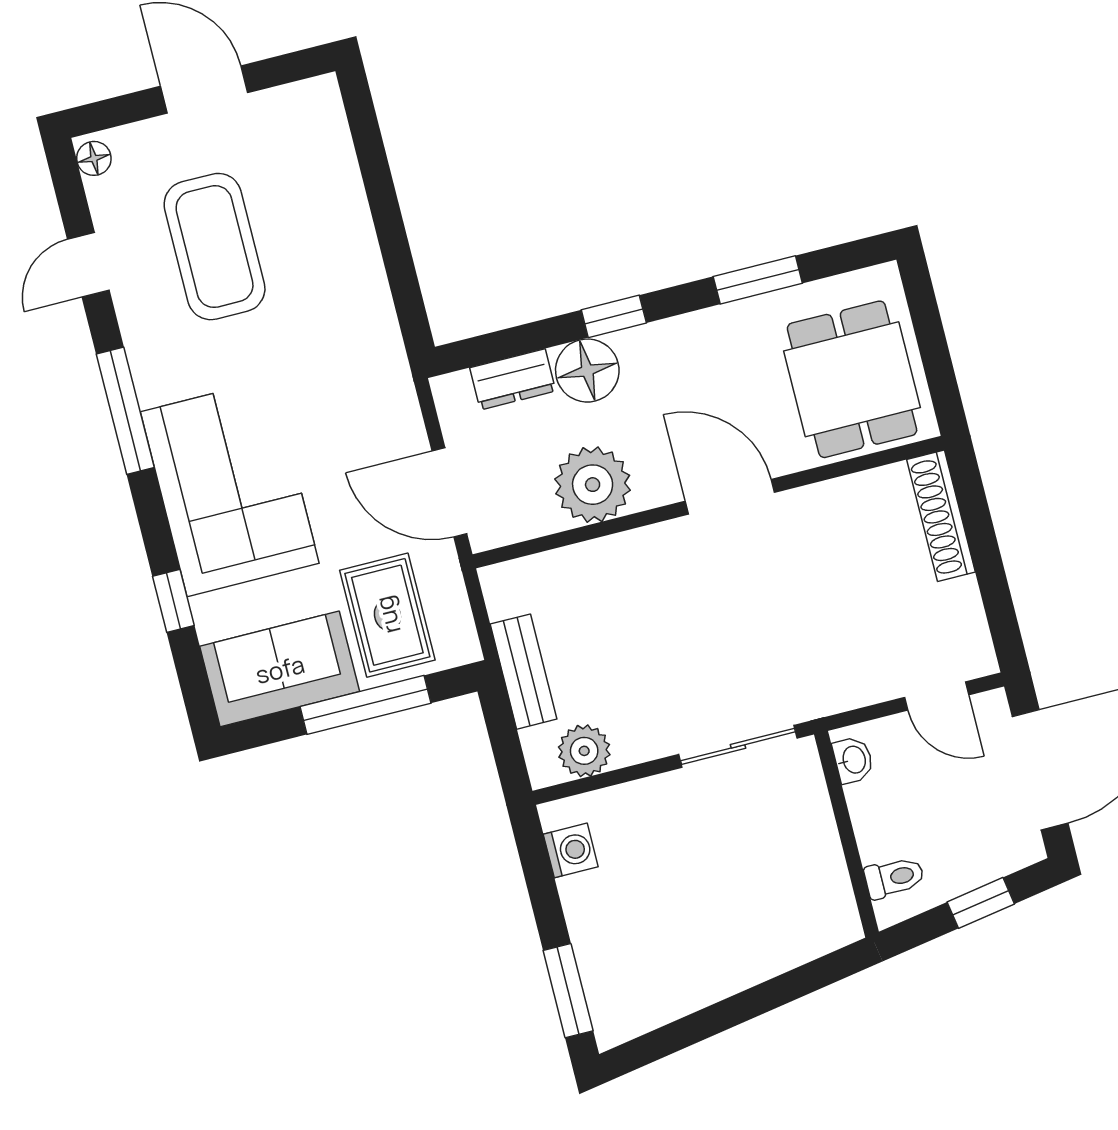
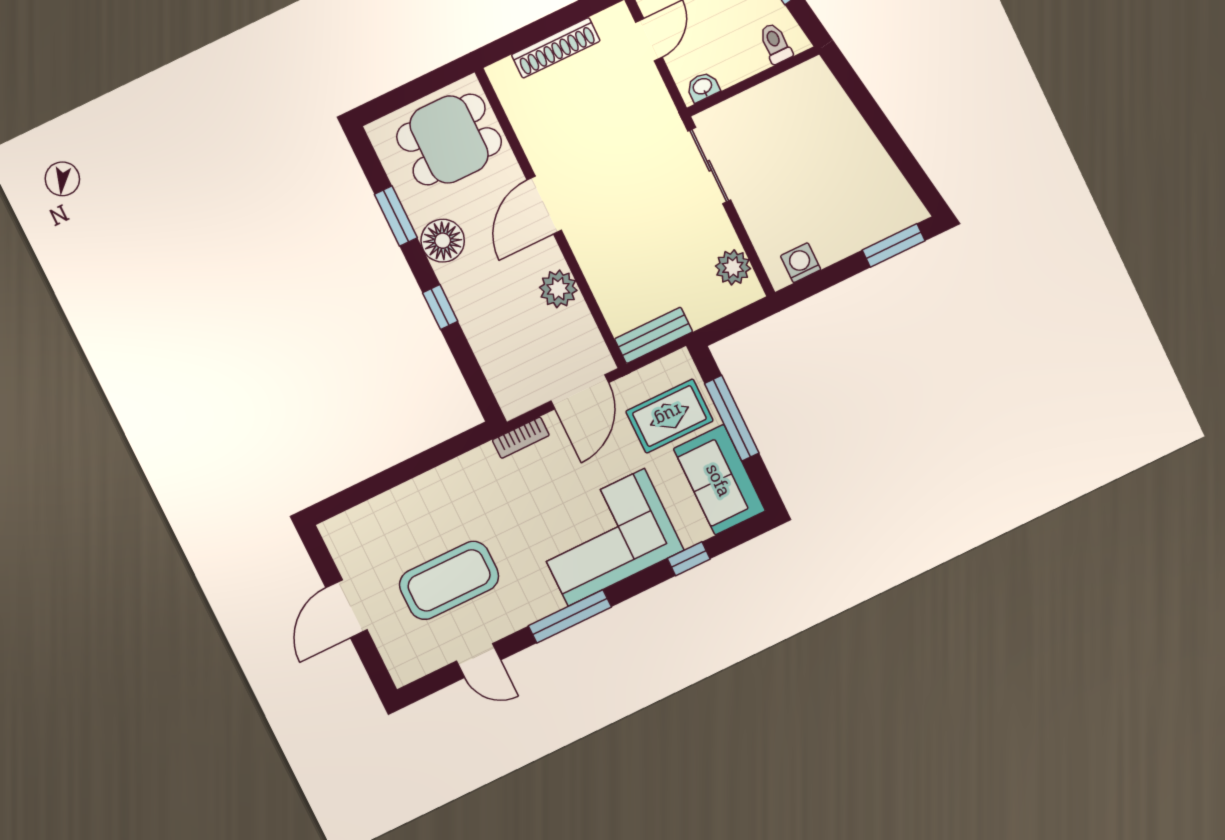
floor lamp: (94, 158) -> (407, 672), removed
floor lamp: (587, 371) -> (443, 241), moved
dresser: (513, 379) -> (496, 365), removed
bookcase: (401, 393) -> (521, 438), added
plant: (593, 485) -> (558, 289), width x0.73, depth x0.73
shoe rack: (941, 516) -> (556, 48), moved
bench: (524, 672) -> (654, 335), moved

